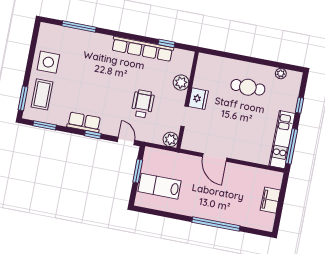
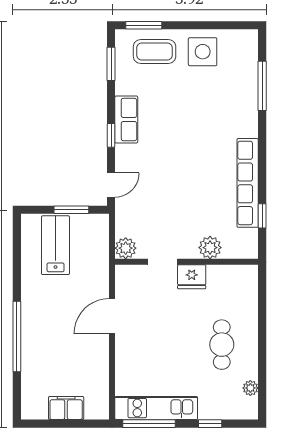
wheelchair: (143, 104) -> (169, 198), removed

